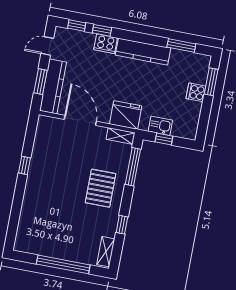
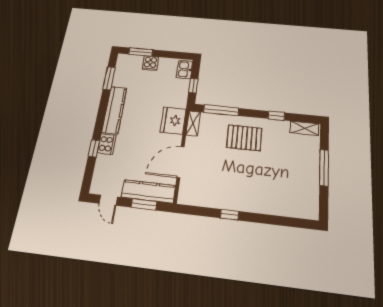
window: (77, 25) -> (89, 173), removed
kitchen sink: (160, 126) -> (184, 69), moved
window: (63, 264) -> (324, 168), width x0.68

